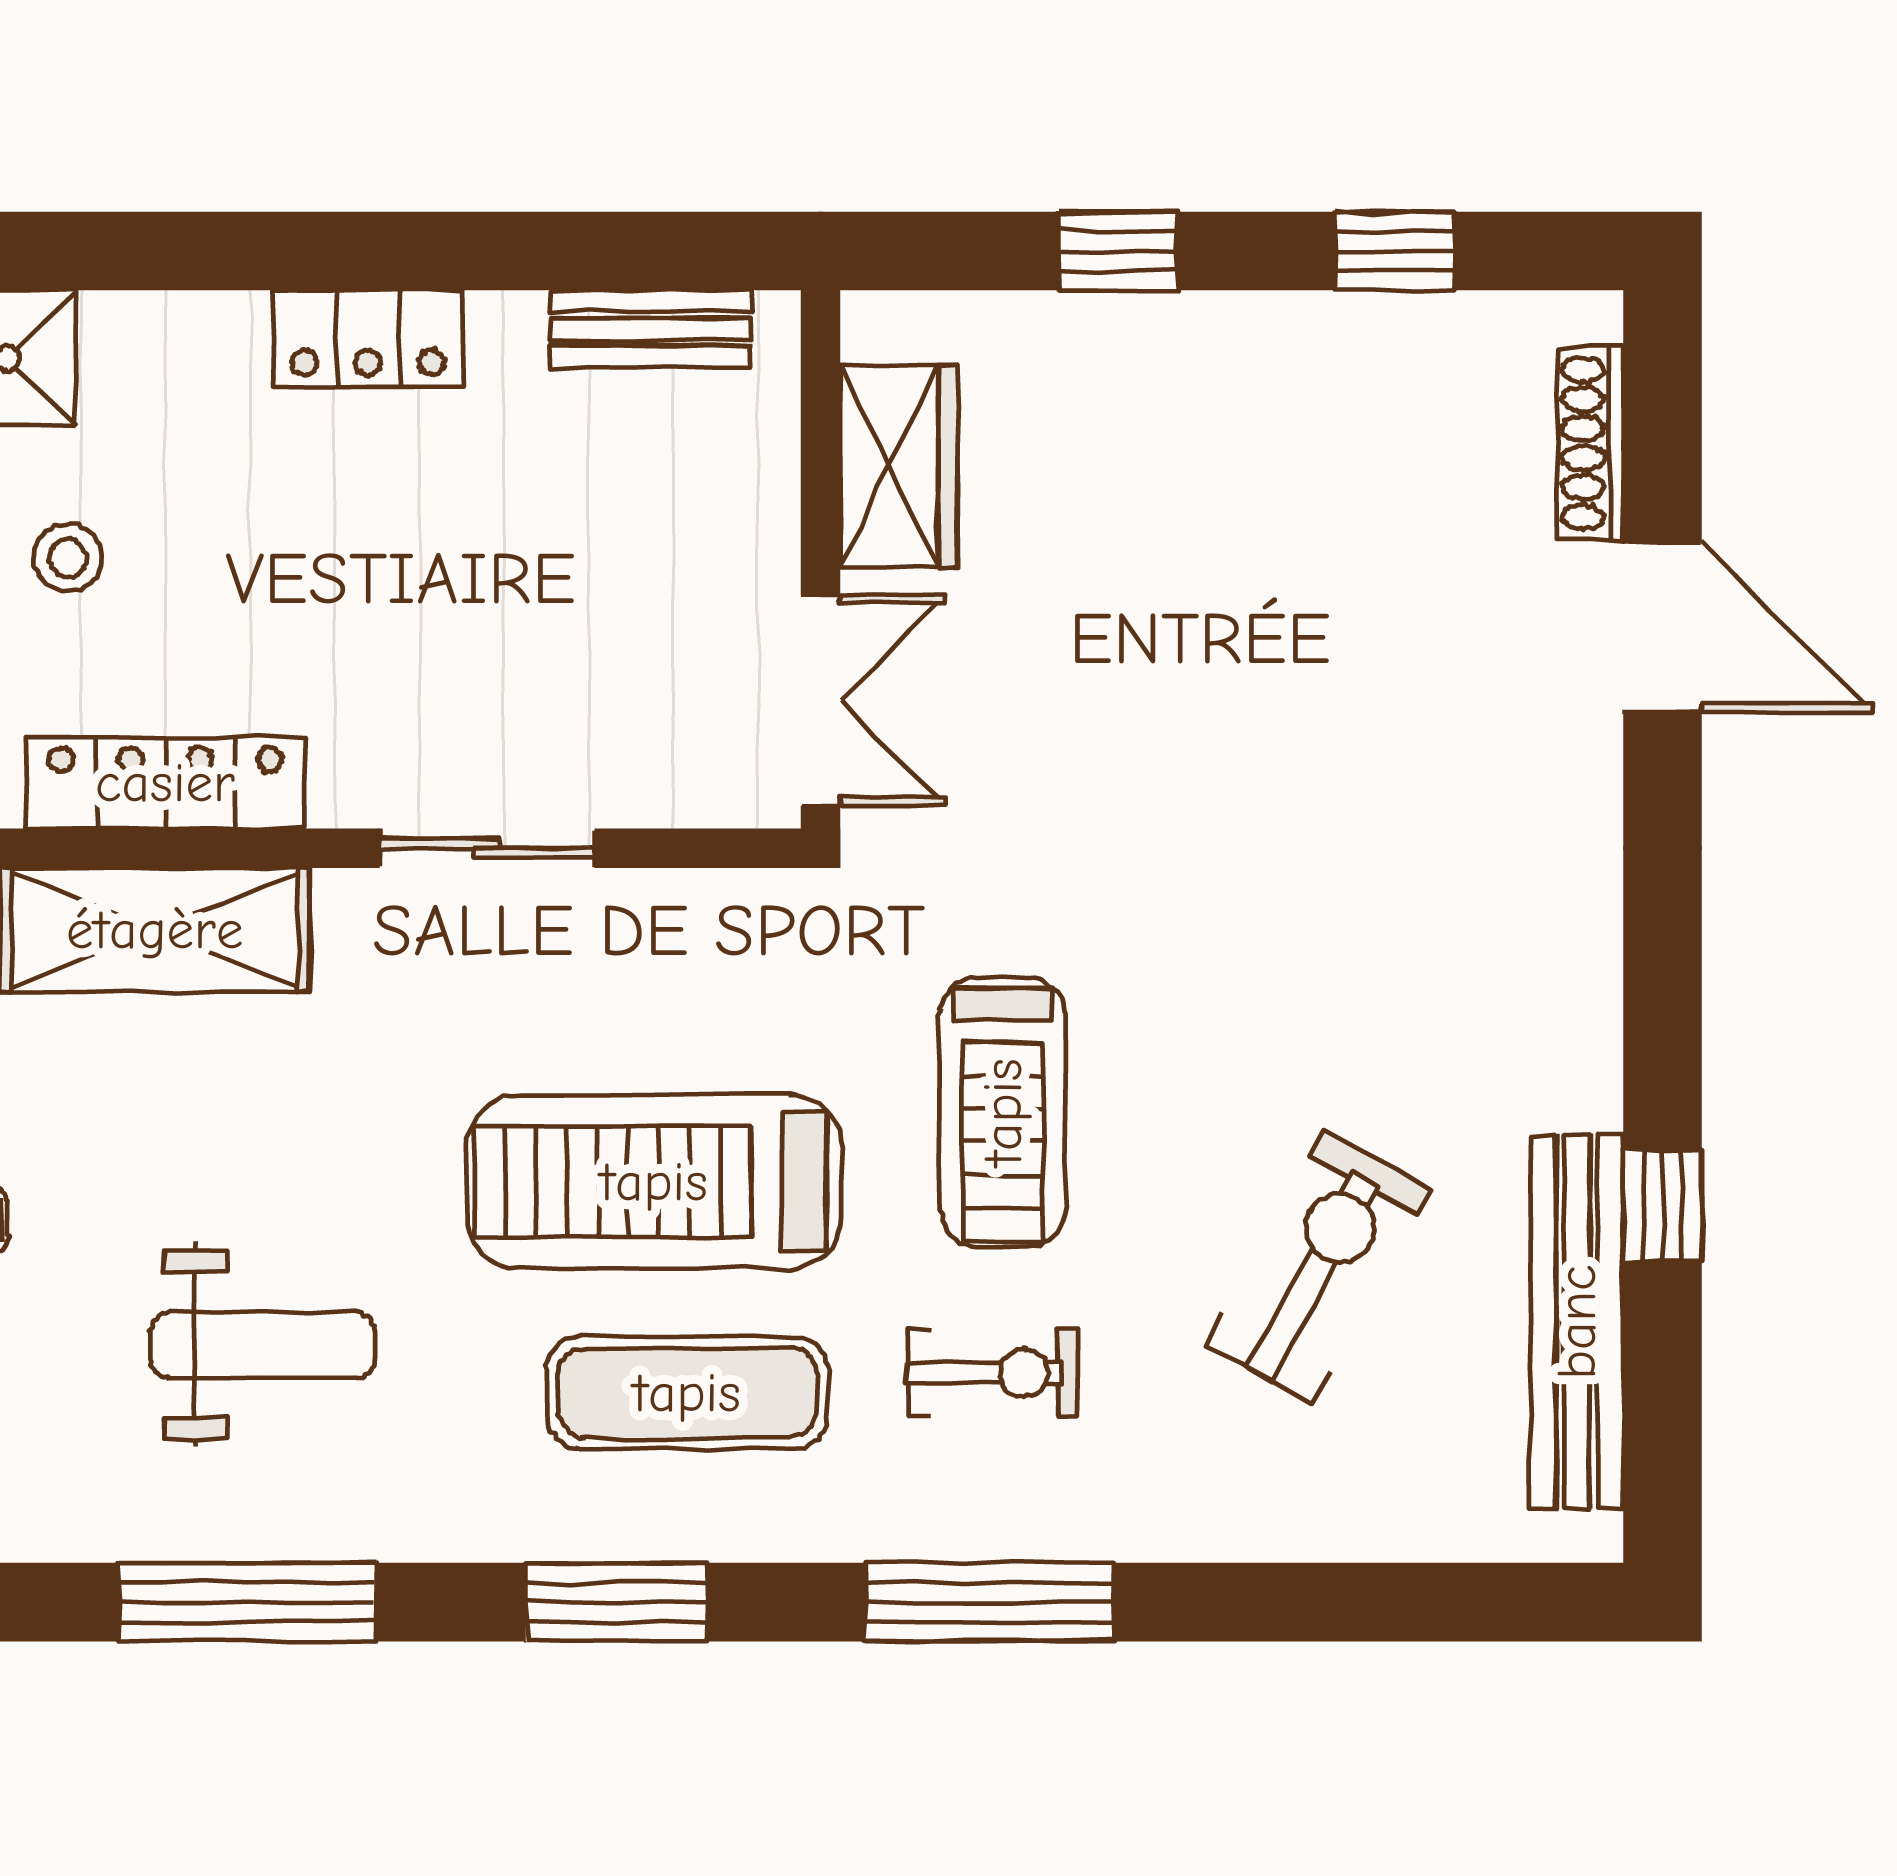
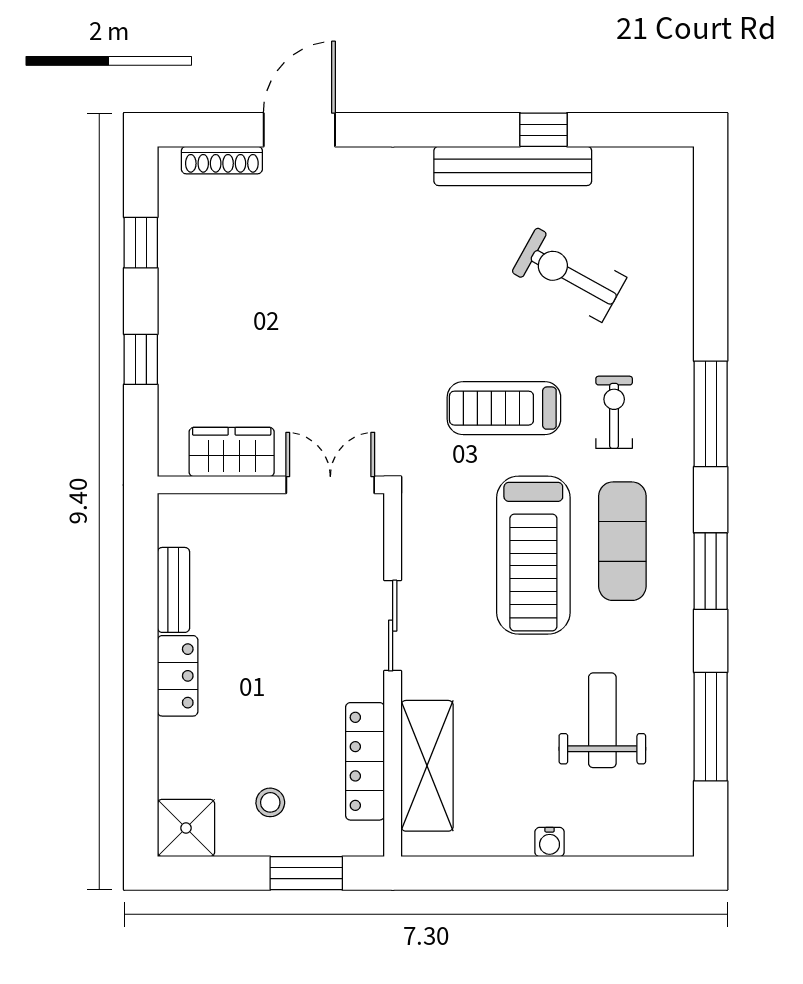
bench: (651, 329) -> (173, 590), moved
treadmill: (1003, 1112) -> (504, 408), turned 180
bench: (1577, 1322) -> (513, 166), moved

